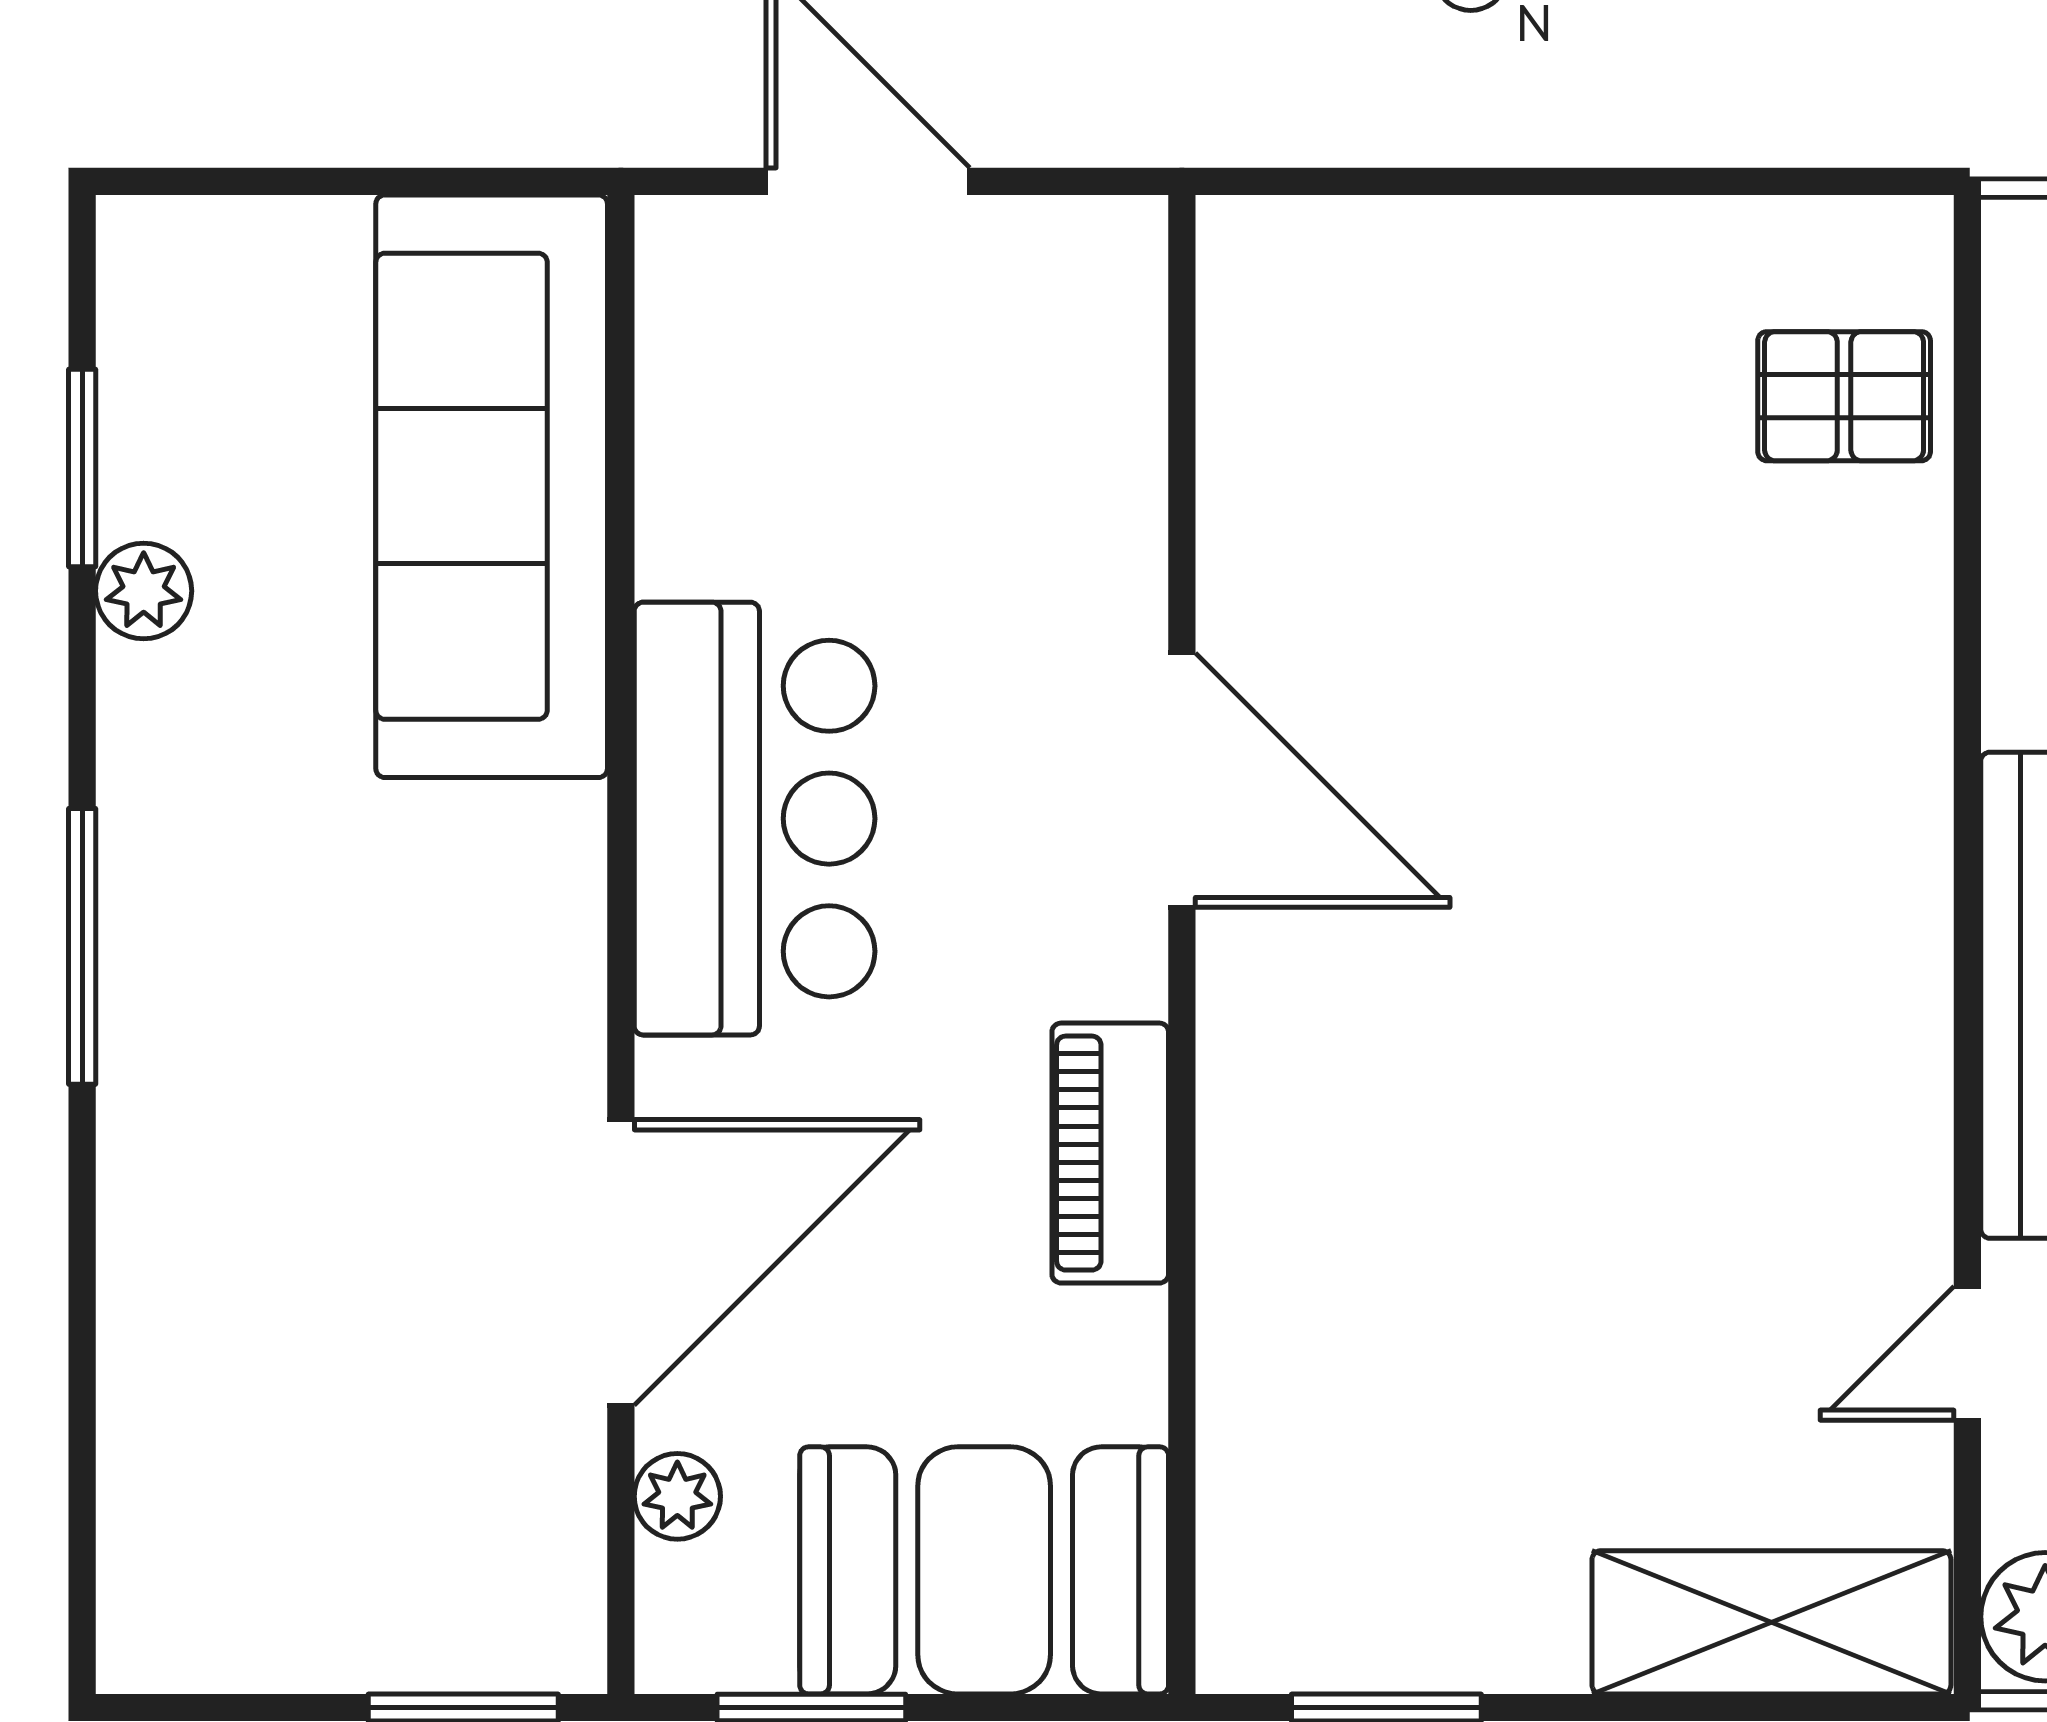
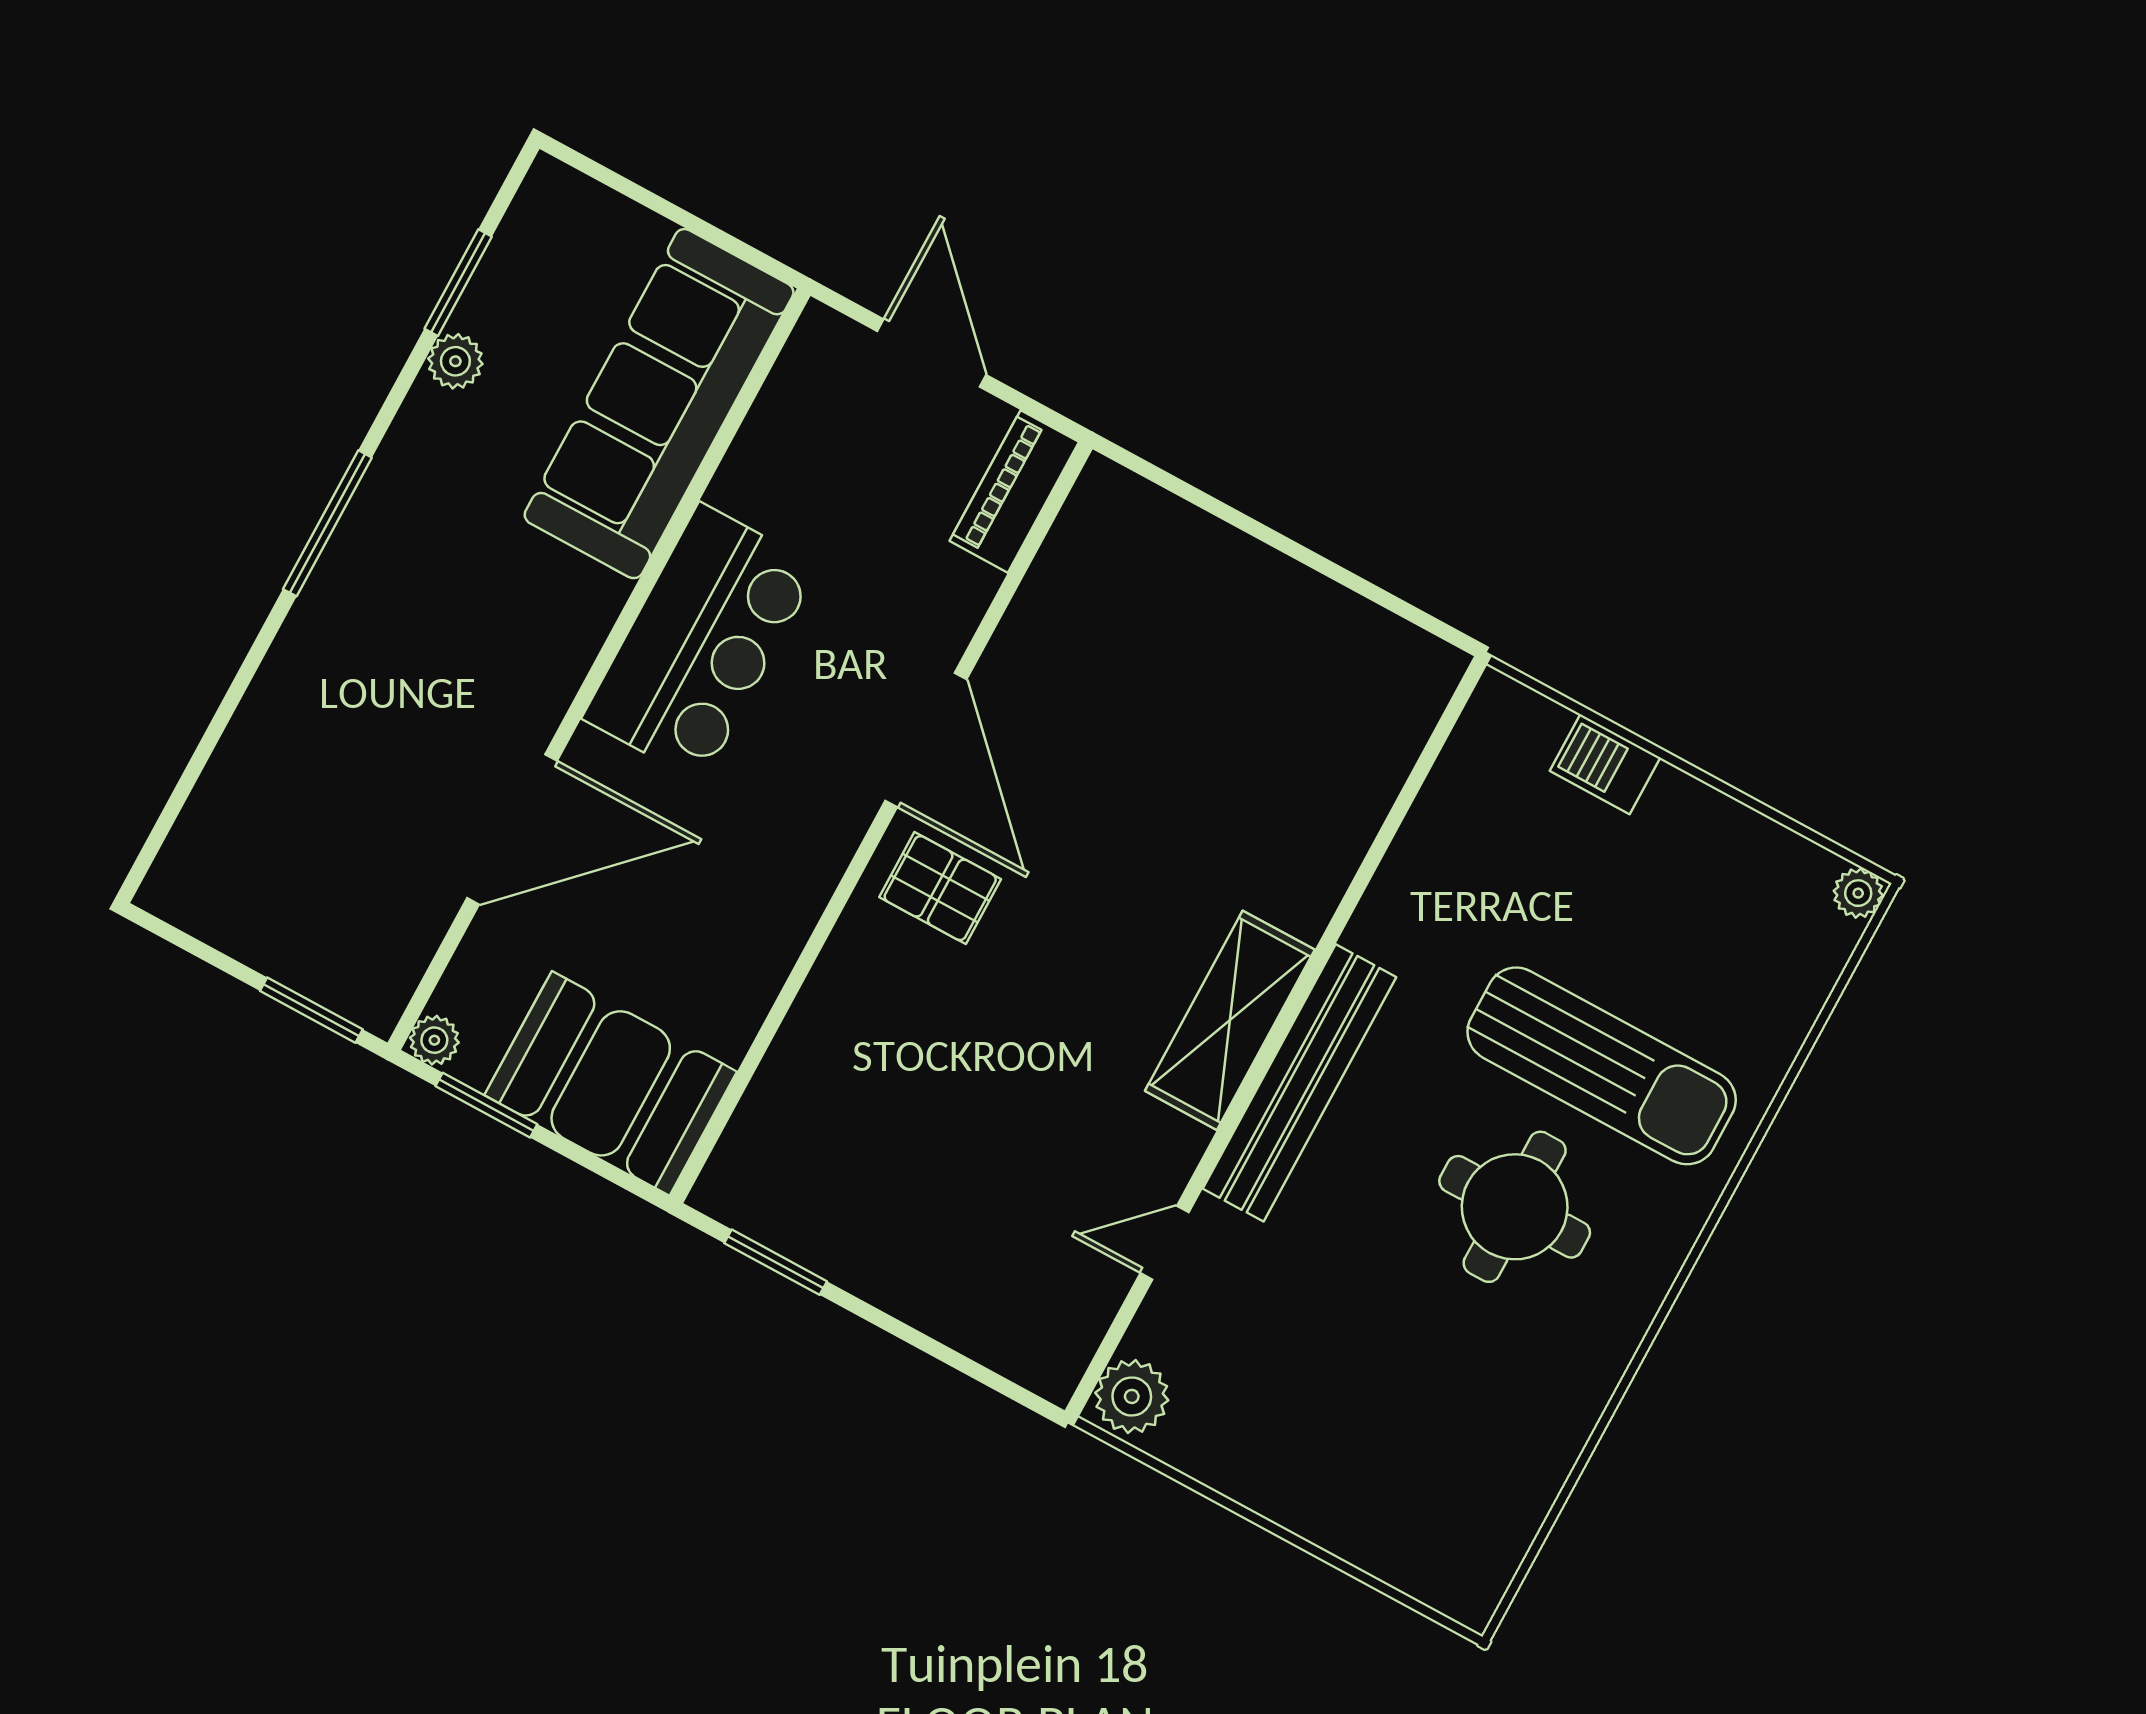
pallet: (1844, 396) -> (940, 888), moved
piano: (1110, 1153) -> (1014, 491), moved
plant: (677, 1496) -> (434, 1040), moved
shelving: (1771, 1622) -> (1230, 1020), moved, turned 90

